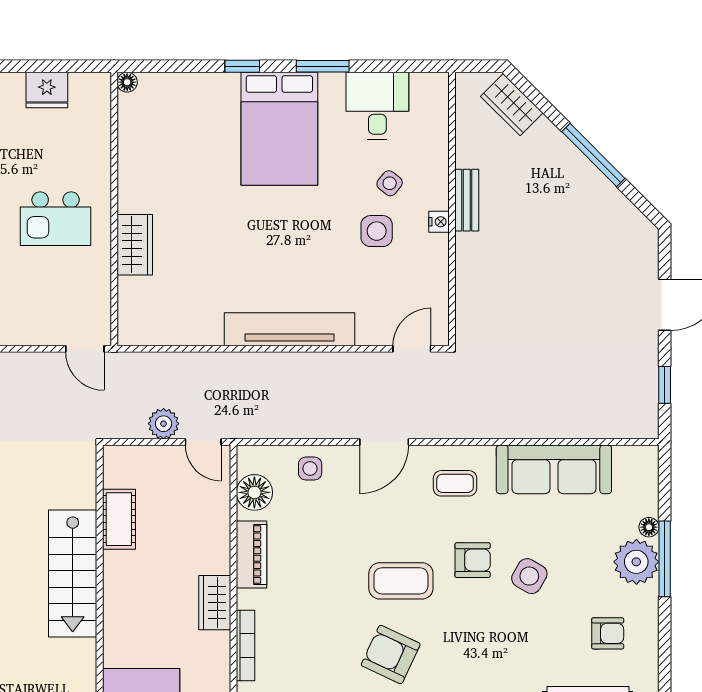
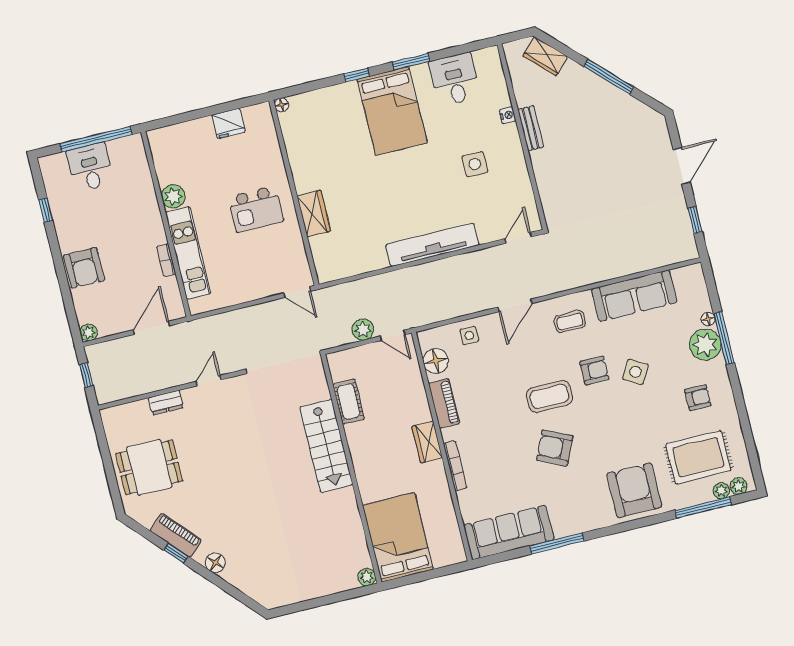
side table: (390, 183) -> (476, 130), removed
nightstand: (439, 222) -> (508, 115), moved

